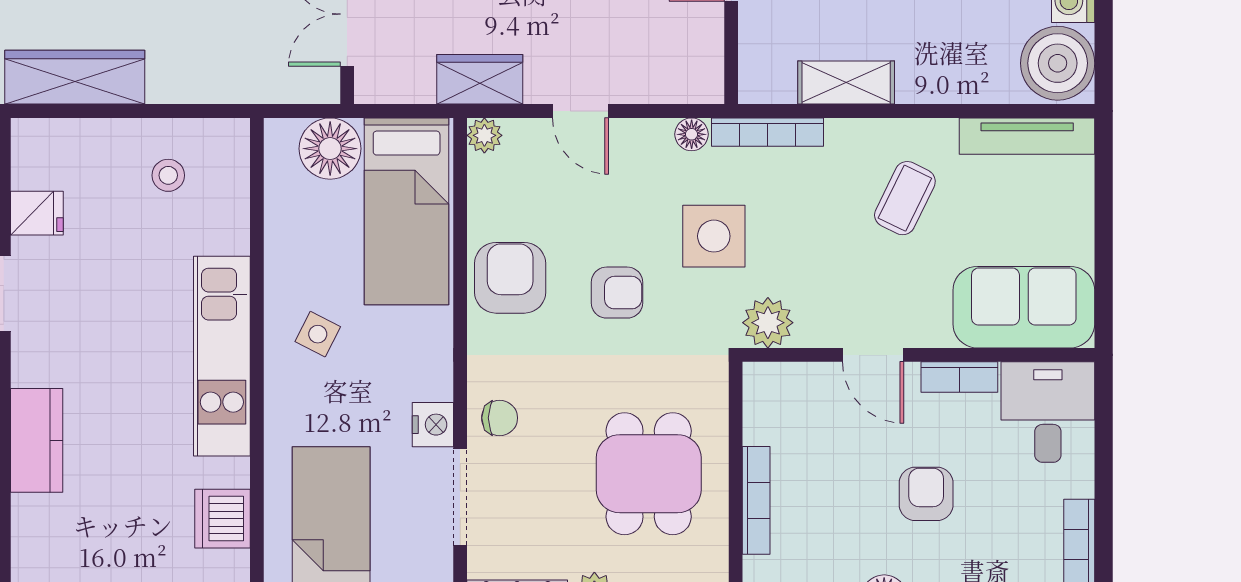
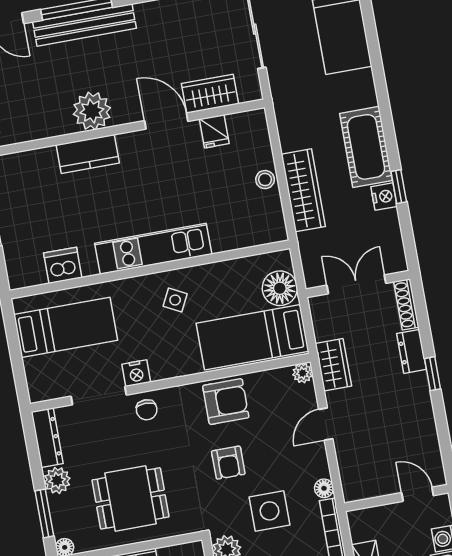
wardrobe: (75, 77) -> (303, 190), moved
stool: (168, 175) -> (265, 180), moved

